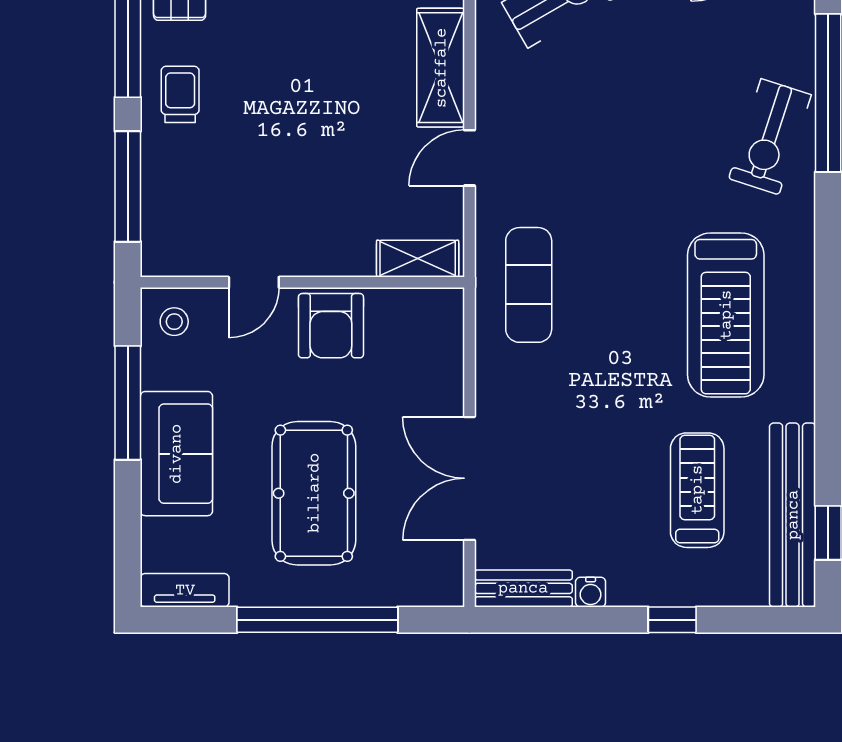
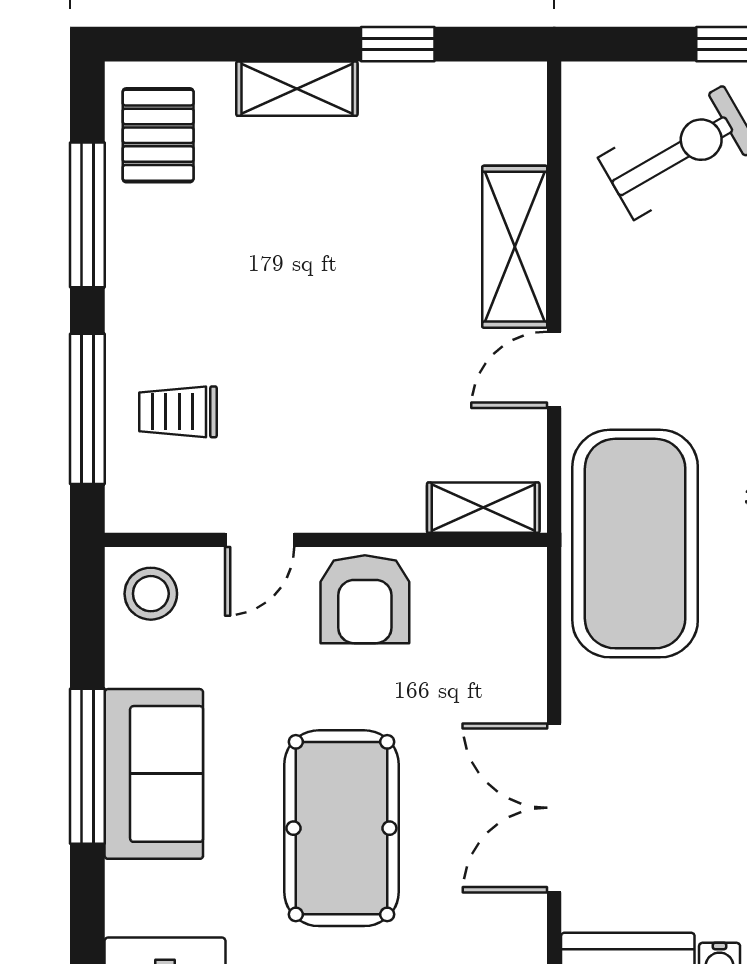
trolley: (180, 94) -> (178, 412), moved, turned -90
exercise mat: (529, 285) -> (635, 544), width x2.00, depth x1.45
stool: (174, 322) -> (151, 594), width x1.37, depth x1.37
window: (128, 403) -> (87, 766), moved

